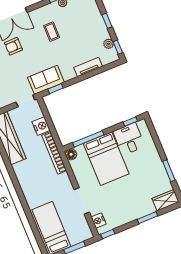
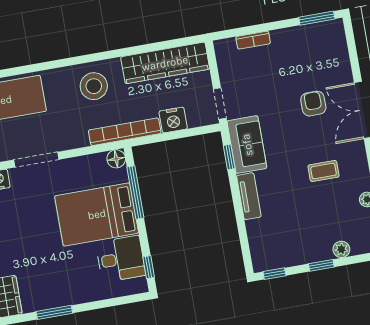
plant: (109, 44) -> (341, 249), moved
tv unit: (88, 67) -> (249, 196), moved
stool: (31, 177) -> (94, 86), added

